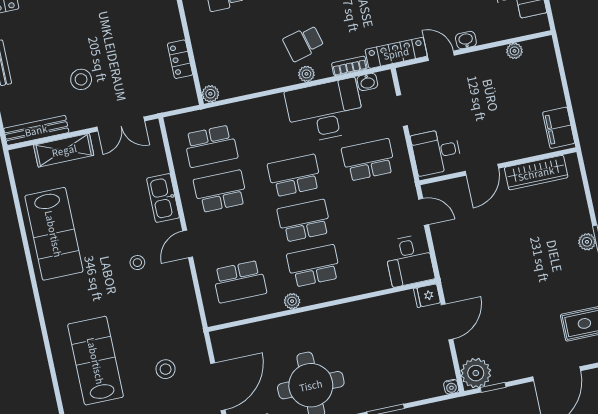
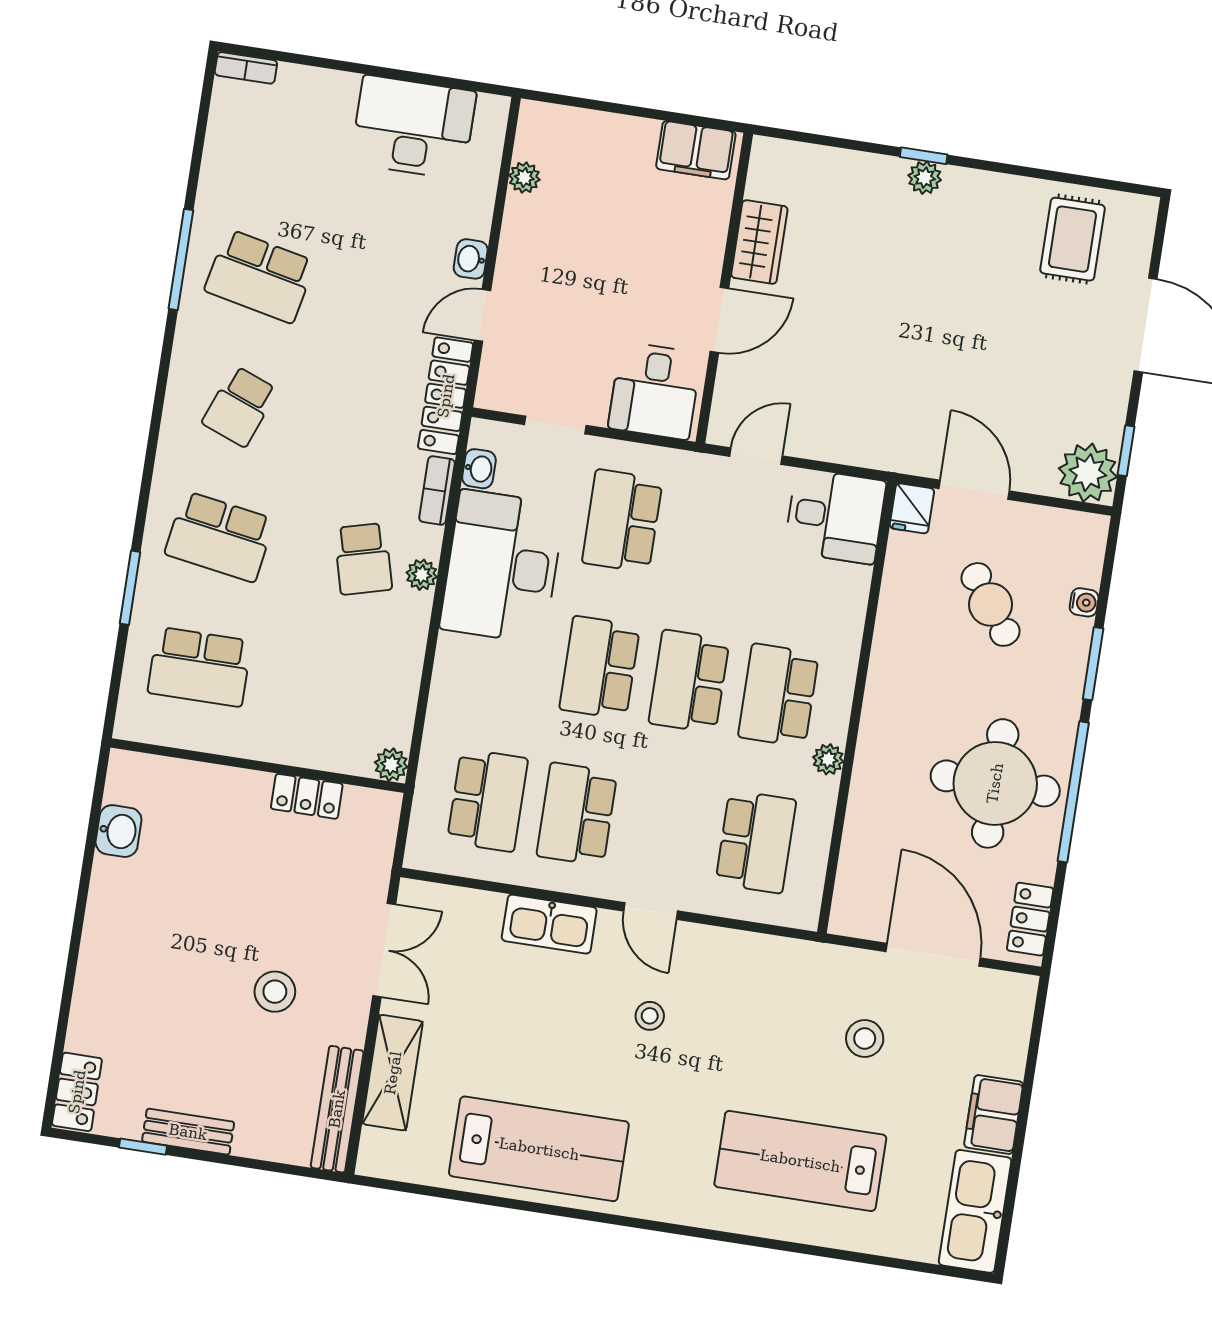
door: (482, 170) -> (719, 320), hinge flipped
wardrobe: (536, 173) -> (759, 242), width x0.67
cafe table: (395, 351) -> (991, 604), added
water cooler: (451, 387) -> (1084, 602), moved

